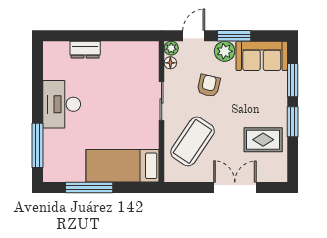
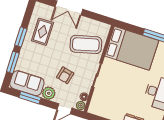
window: (234, 36) -> (30, 98), moved
rug: (263, 140) -> (42, 32), turned 90
coffee table: (193, 141) -> (86, 44), turned 42
bed: (122, 166) -> (132, 48), width x1.50

